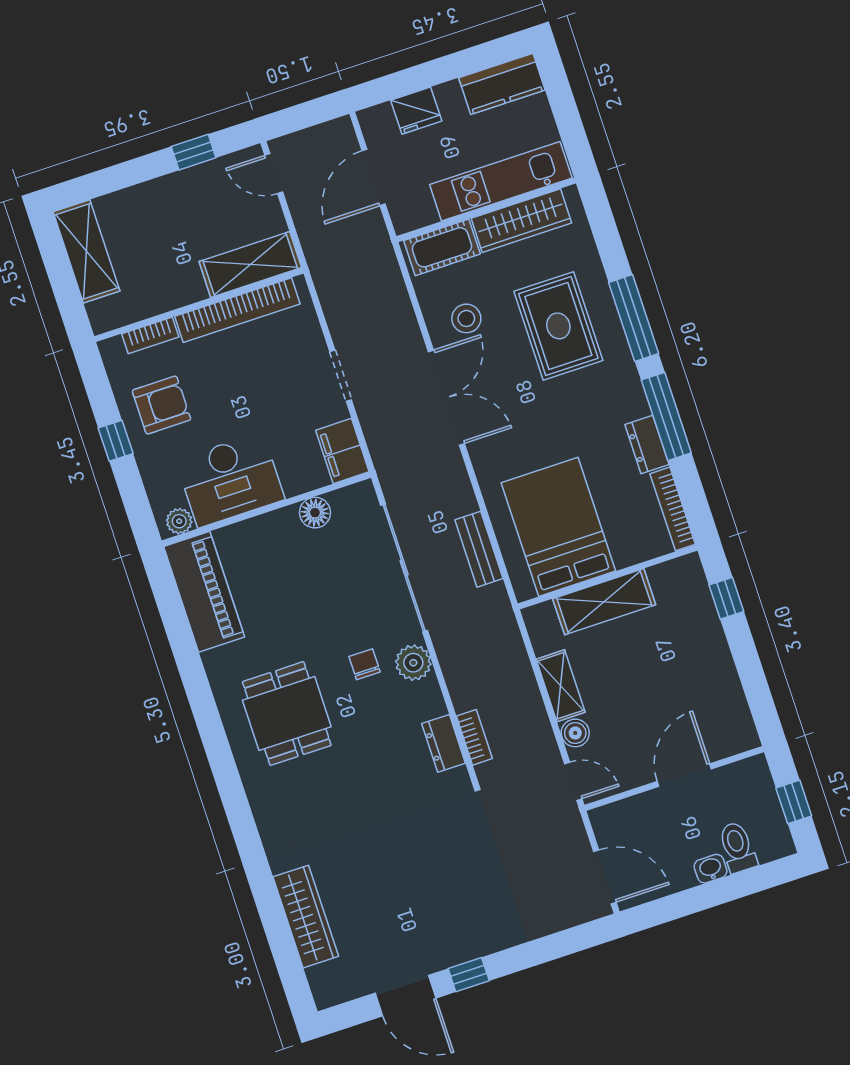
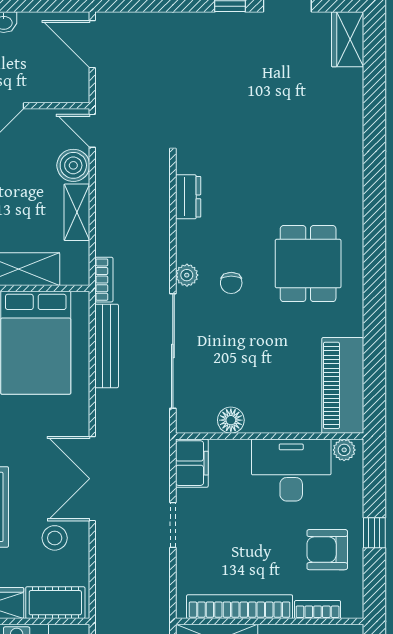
bench: (479, 549) -> (107, 346), width x1.36
plant: (413, 663) -> (187, 275), width x0.73, depth x0.73
boiler: (575, 733) -> (73, 165), width x1.36, depth x1.36
bookcase: (474, 737) -> (104, 280), moved, turned 180
wardrobe: (306, 917) -> (348, 39), moved, width x0.67

